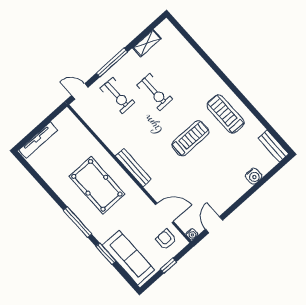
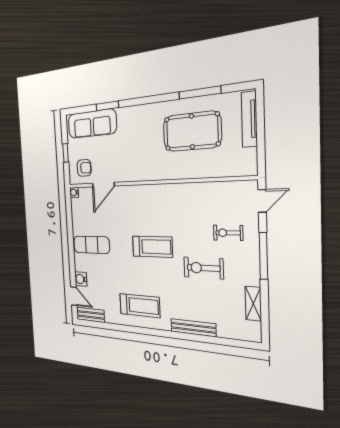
exercise bike: (117, 95) -> (228, 233), width x0.73, depth x0.72
treadmill: (190, 138) -> (152, 247), moved, turned -90
bench: (133, 168) -> (193, 328), moved
pool table: (97, 185) -> (192, 131), moved
exercise mat: (218, 188) -> (91, 245), added
window: (77, 222) -> (200, 93), moved
door: (214, 225) -> (74, 296), moved

